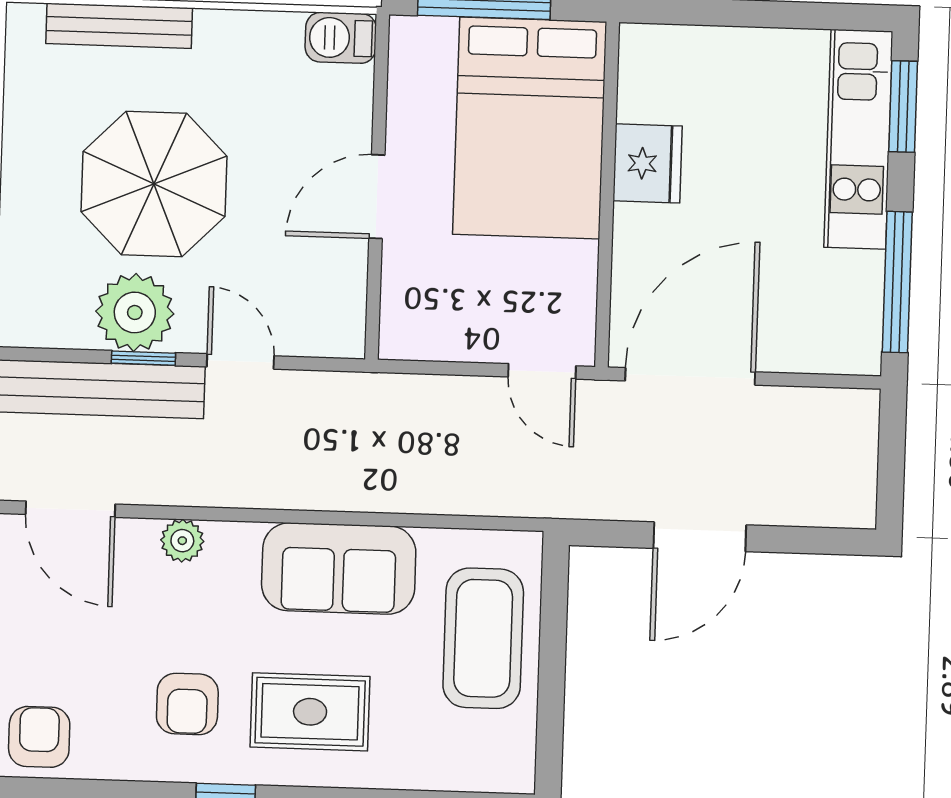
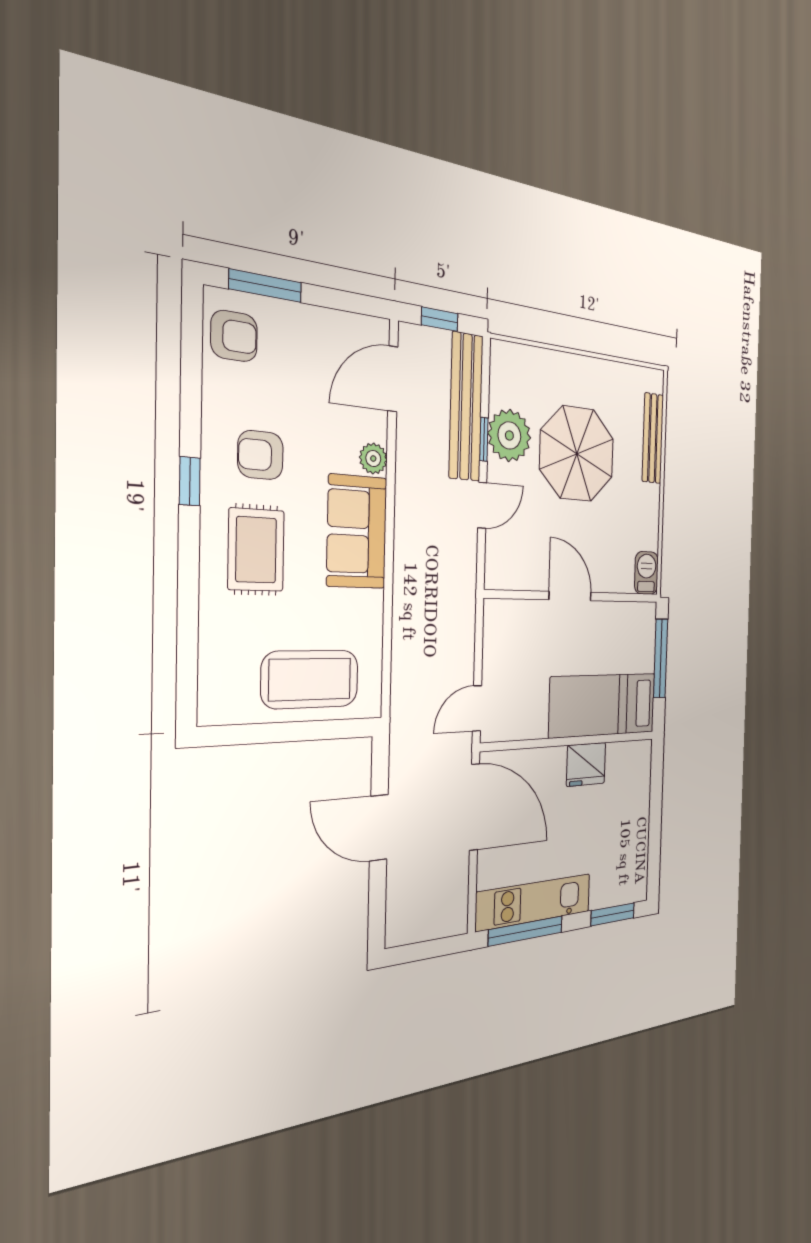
bed: (530, 128) -> (603, 705), width x0.67
kitchen unit: (858, 139) -> (534, 902), moved
sofa: (339, 568) -> (357, 532), moved

